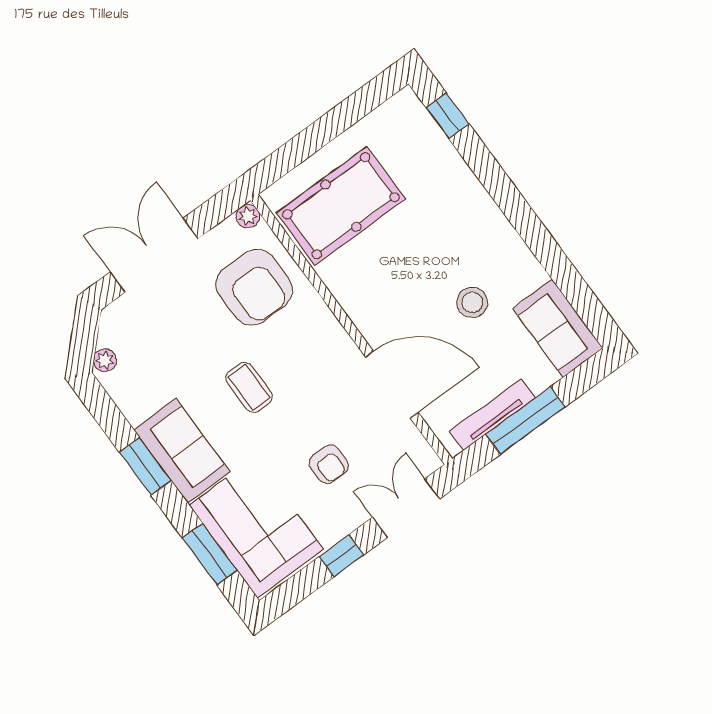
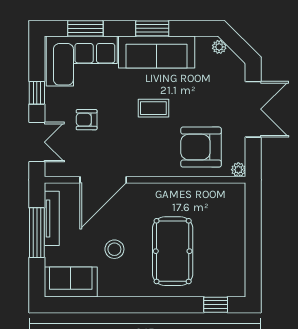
pool table: (341, 206) -> (173, 251), moved
sofa: (182, 451) -> (157, 52), width x1.36

